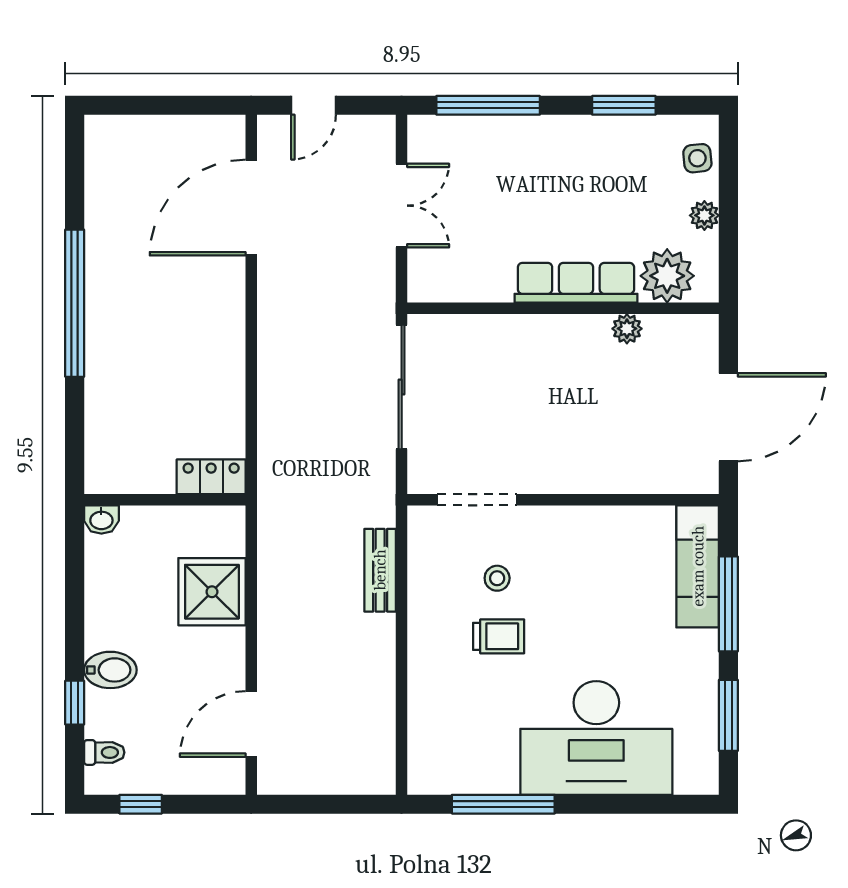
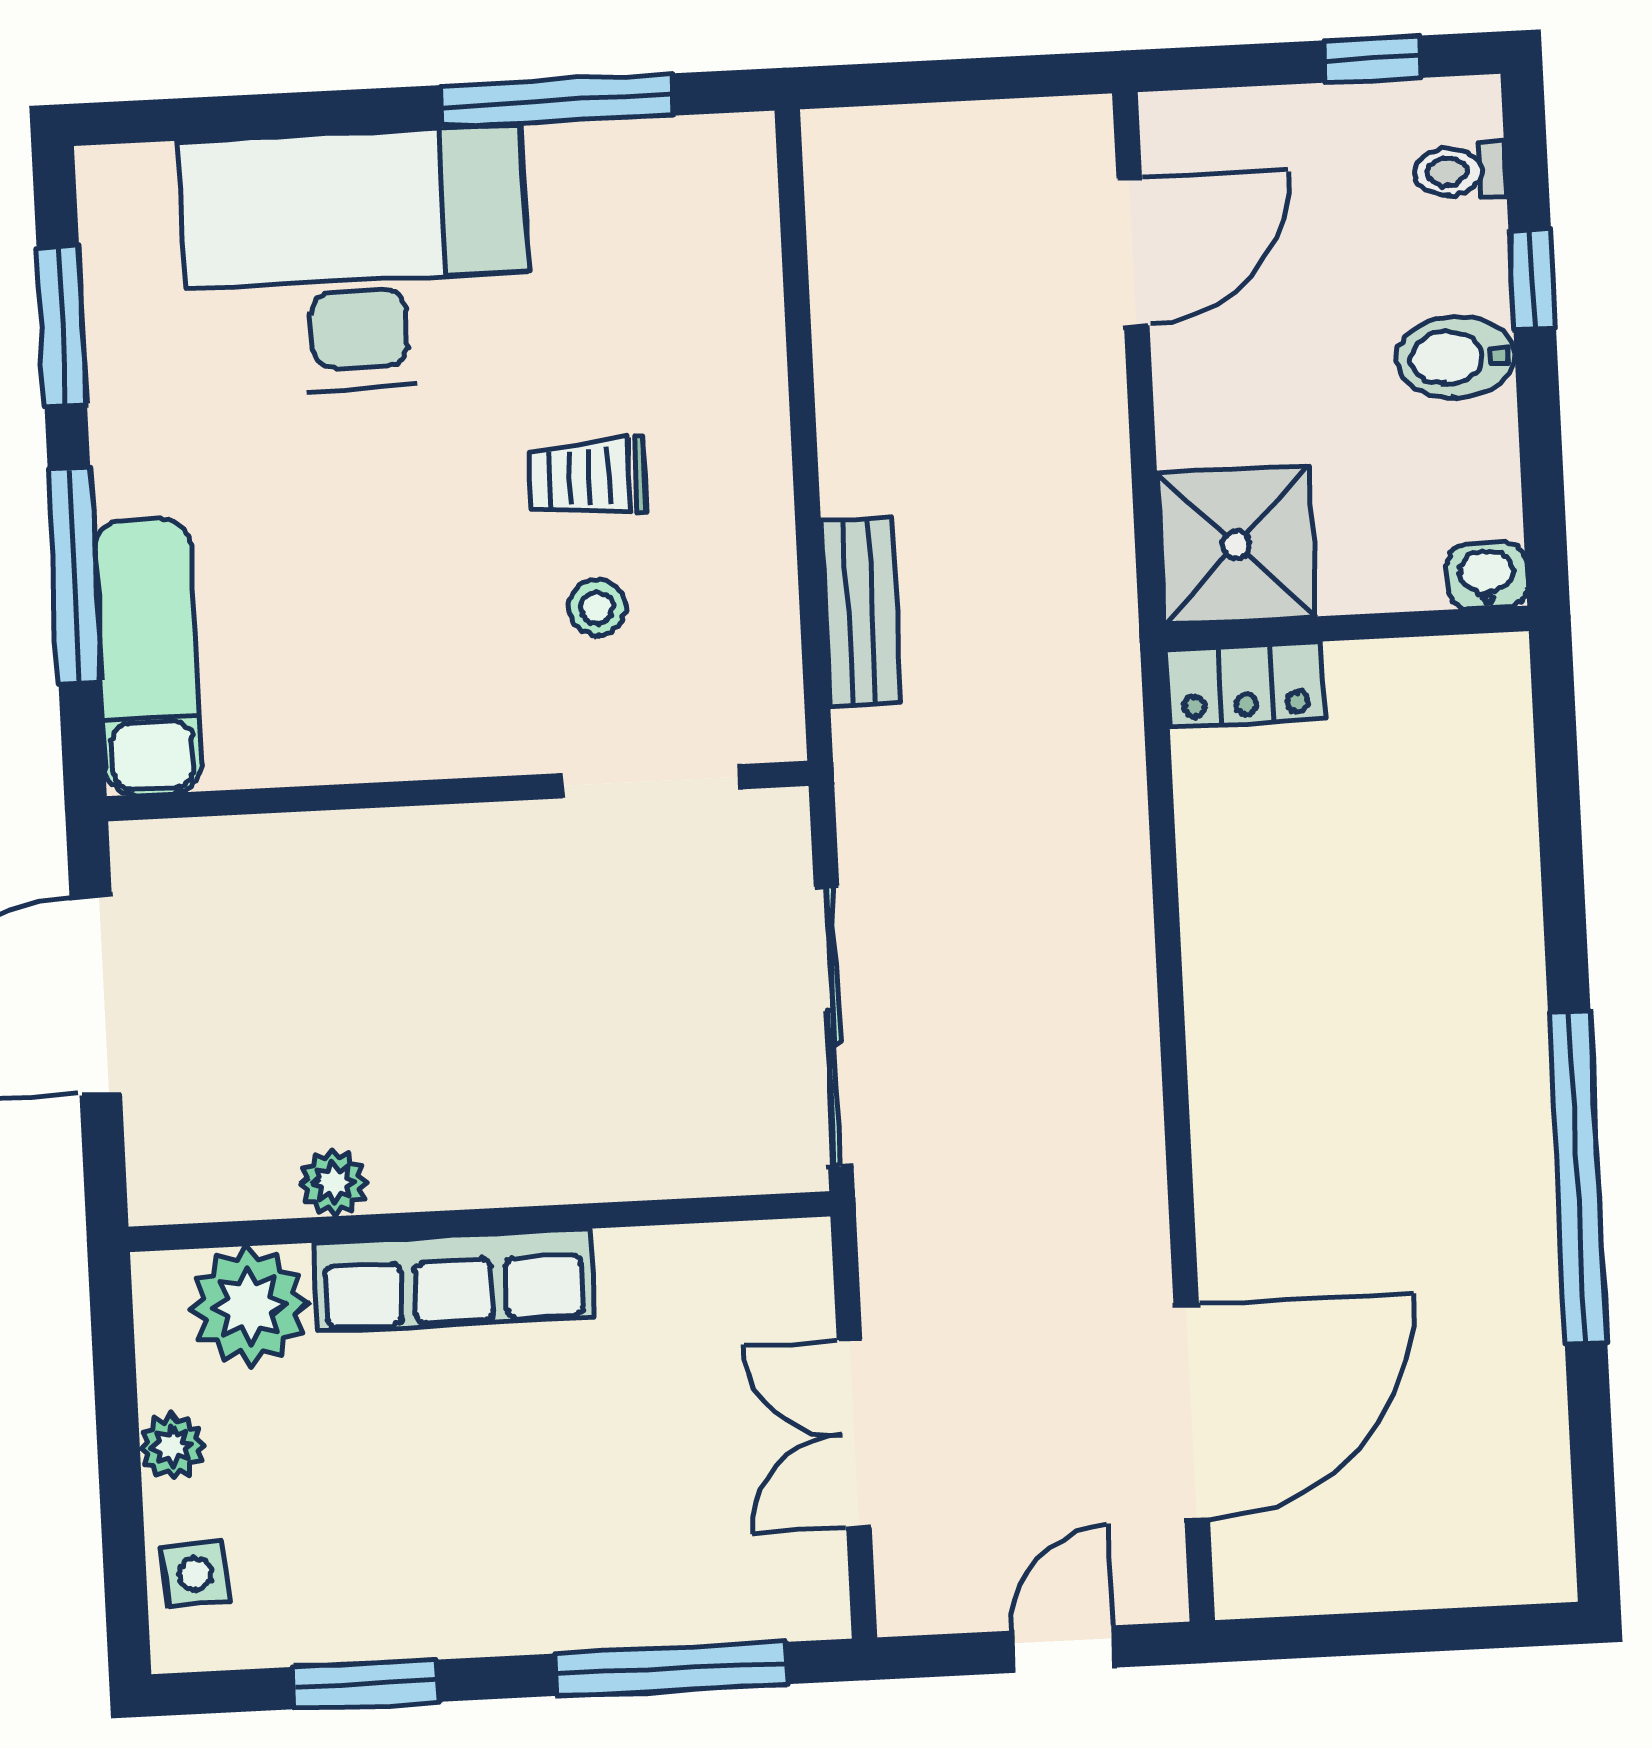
locker: (211, 477) -> (1245, 685), moved
wall: (165, 500) -> (1347, 628), moved
washbasin: (101, 520) -> (1487, 576), moved

